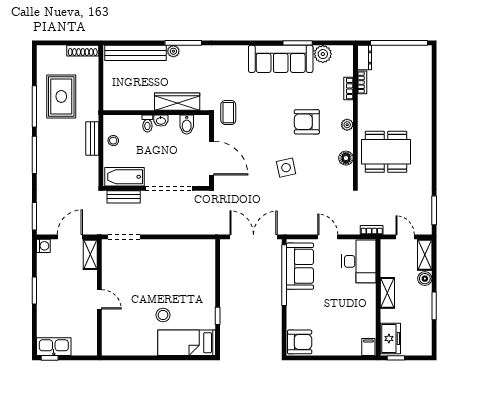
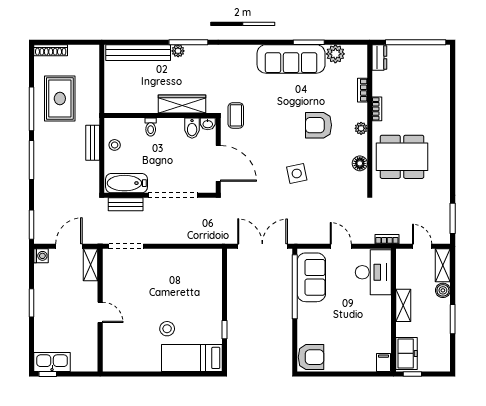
shoe rack: (83, 51) -> (51, 50), moved
bookcase: (362, 82) -> (377, 109), moved
washbasin: (161, 121) -> (208, 124), moved

